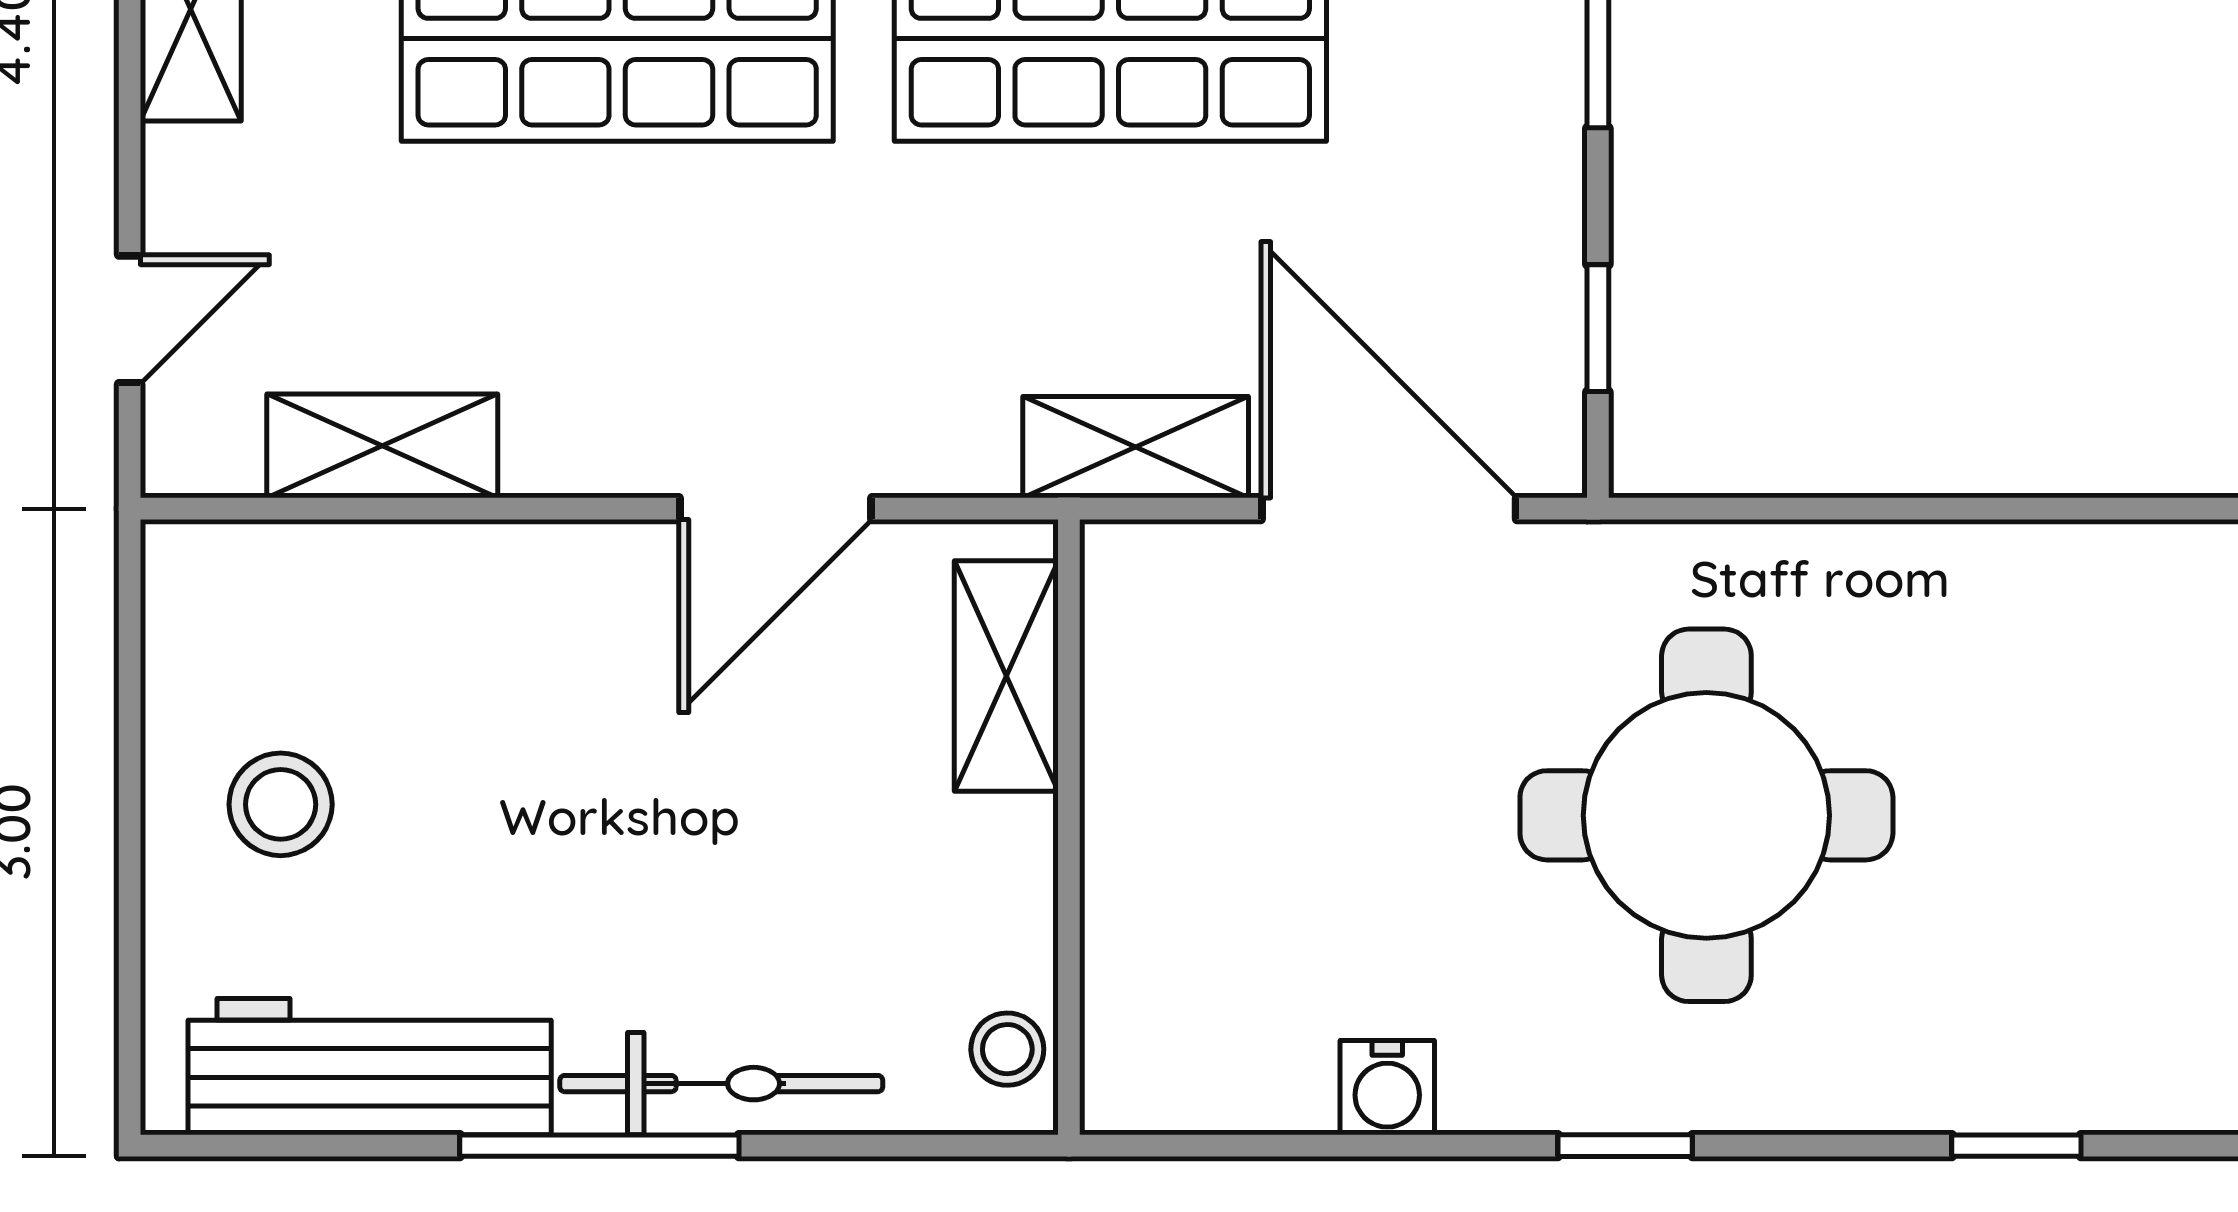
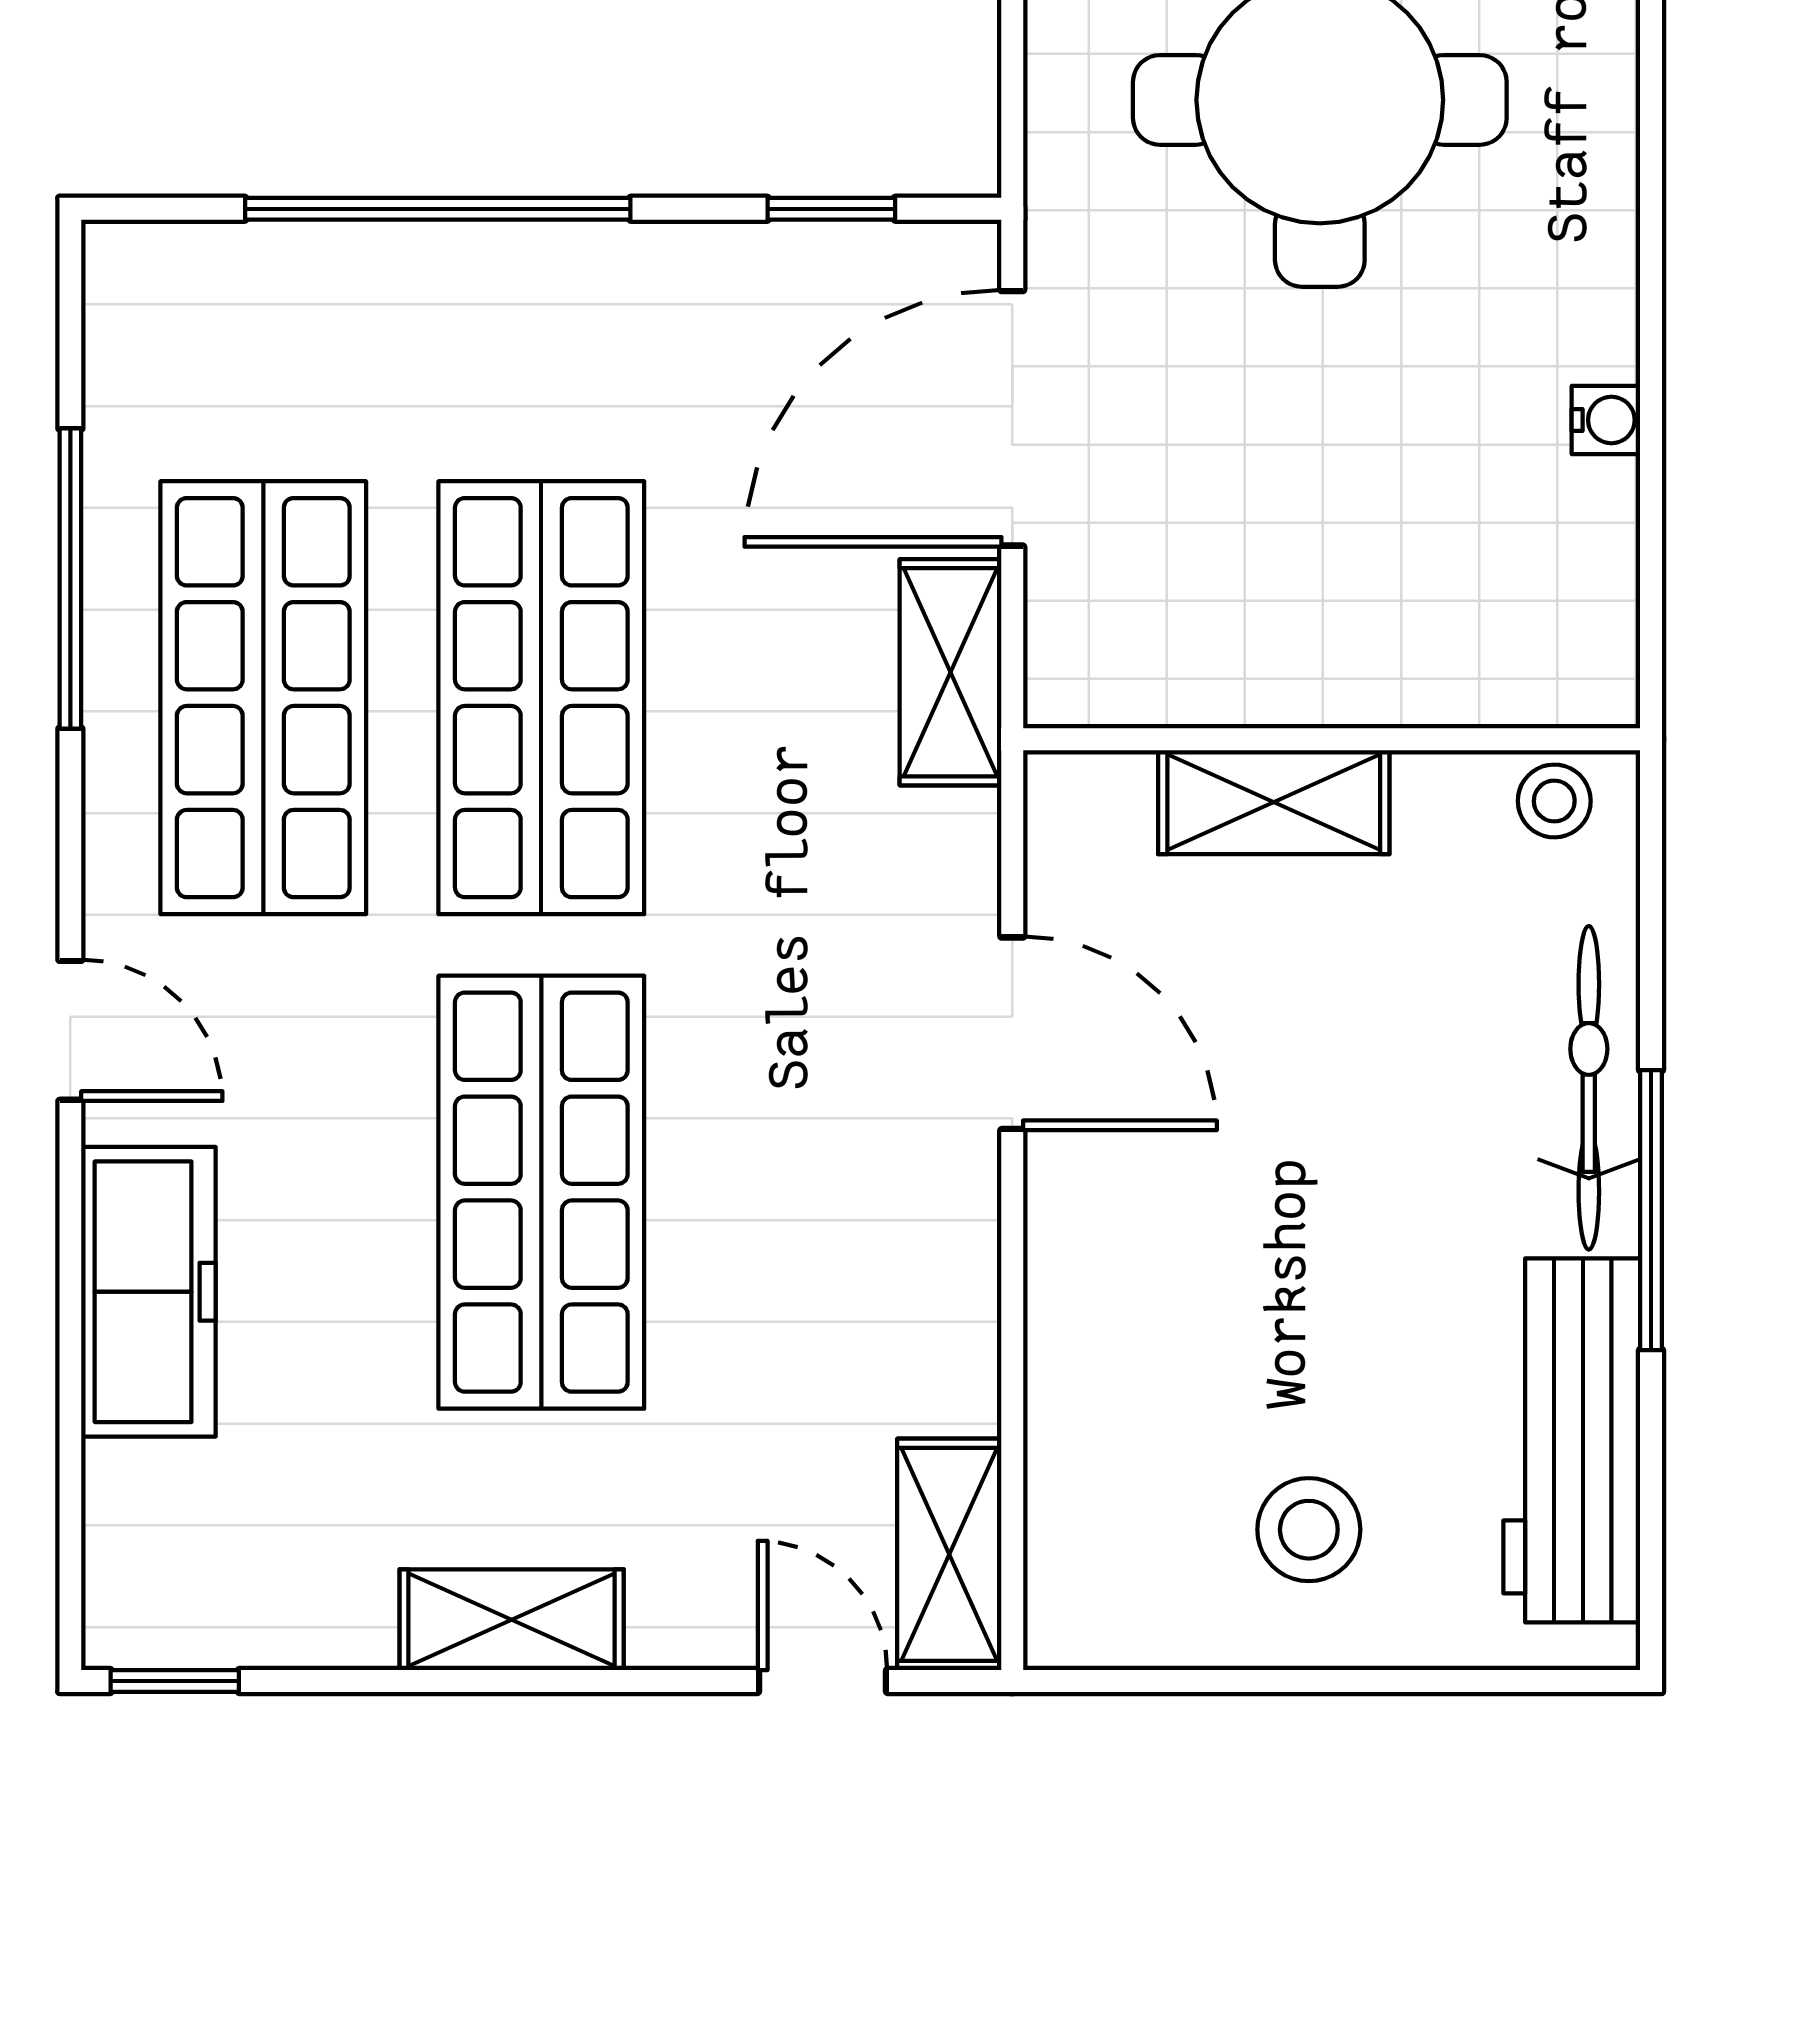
shelving: (382, 446) -> (949, 1554), moved
shelving: (1006, 676) -> (1274, 802), moved
water cooler: (1387, 1088) -> (1606, 420), width x0.72, depth x0.72
window: (1625, 1146) -> (1651, 182), removed

